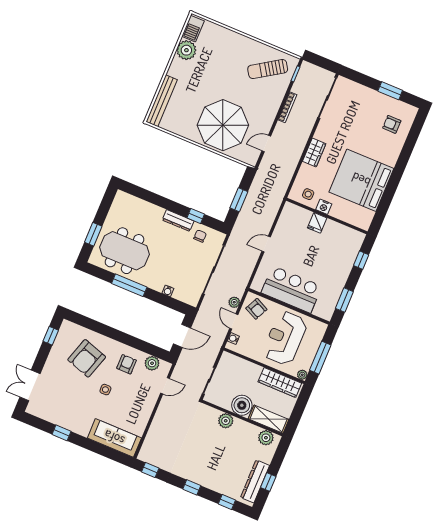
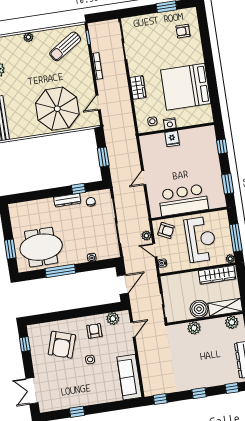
plant: (237, 38) -> (28, 37), added
reception desk: (285, 338) -> (201, 239), turned 180
sofa: (114, 438) -> (129, 377), moved, turned -90

